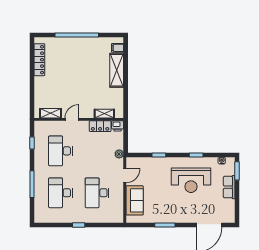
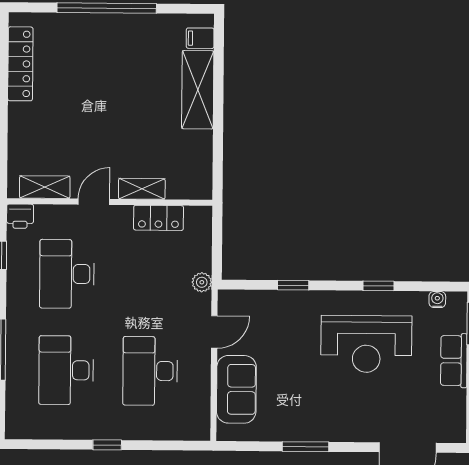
shelving: (104, 114) -> (142, 189), moved
printer: (118, 126) -> (20, 216), moved

